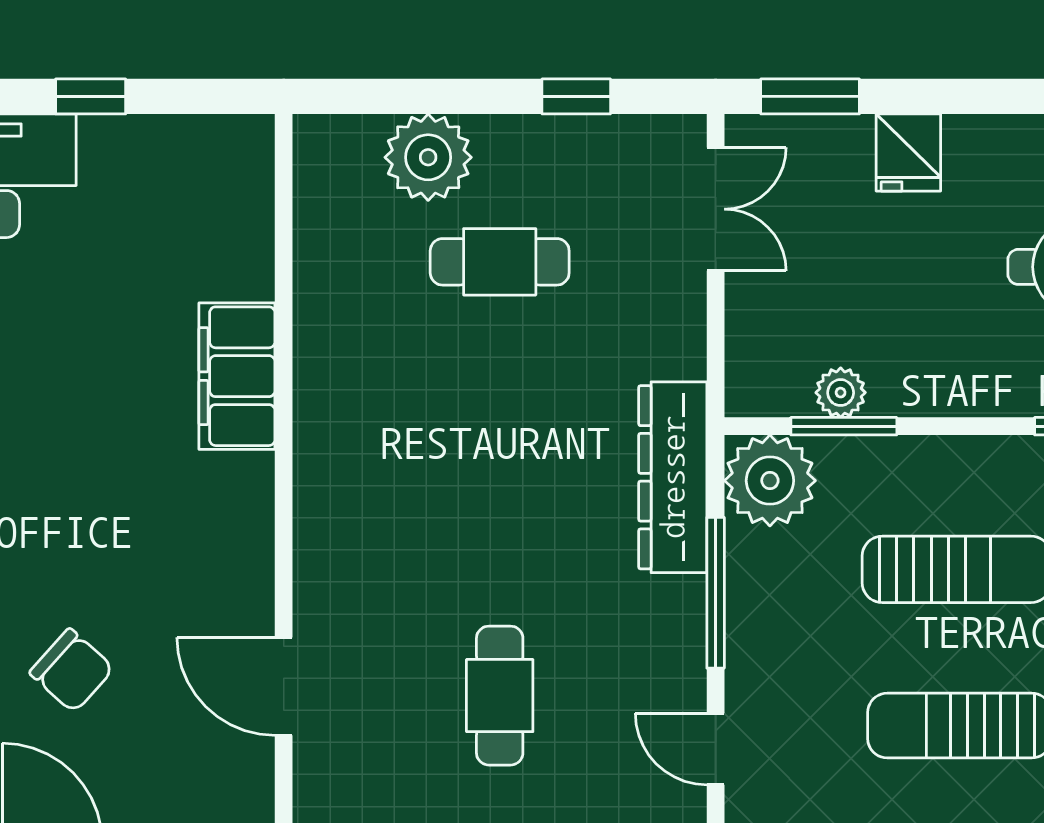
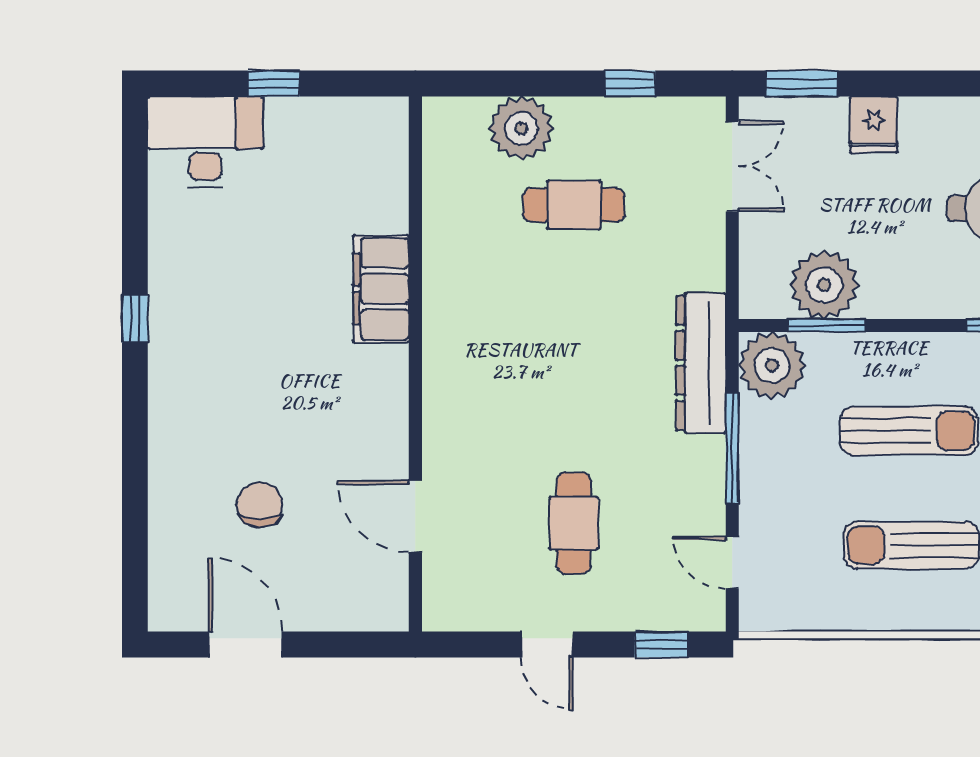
plant: (841, 393) -> (824, 285), width x1.88, depth x1.88
chair: (72, 670) -> (260, 505), turned -132

